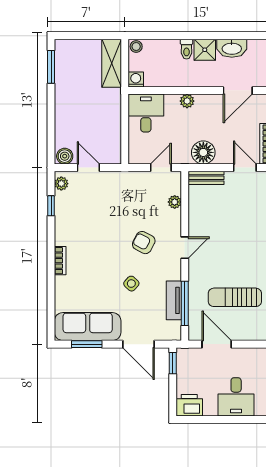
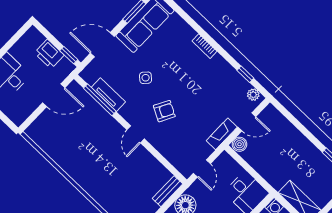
boiler: (65, 156) -> (239, 144), moved
fireplace: (118, 179) -> (222, 134), added
plant: (175, 202) -> (171, 156), removed
sun lounger: (235, 297) -> (73, 136), removed
printer: (189, 405) -> (49, 54), moved, turned 90

